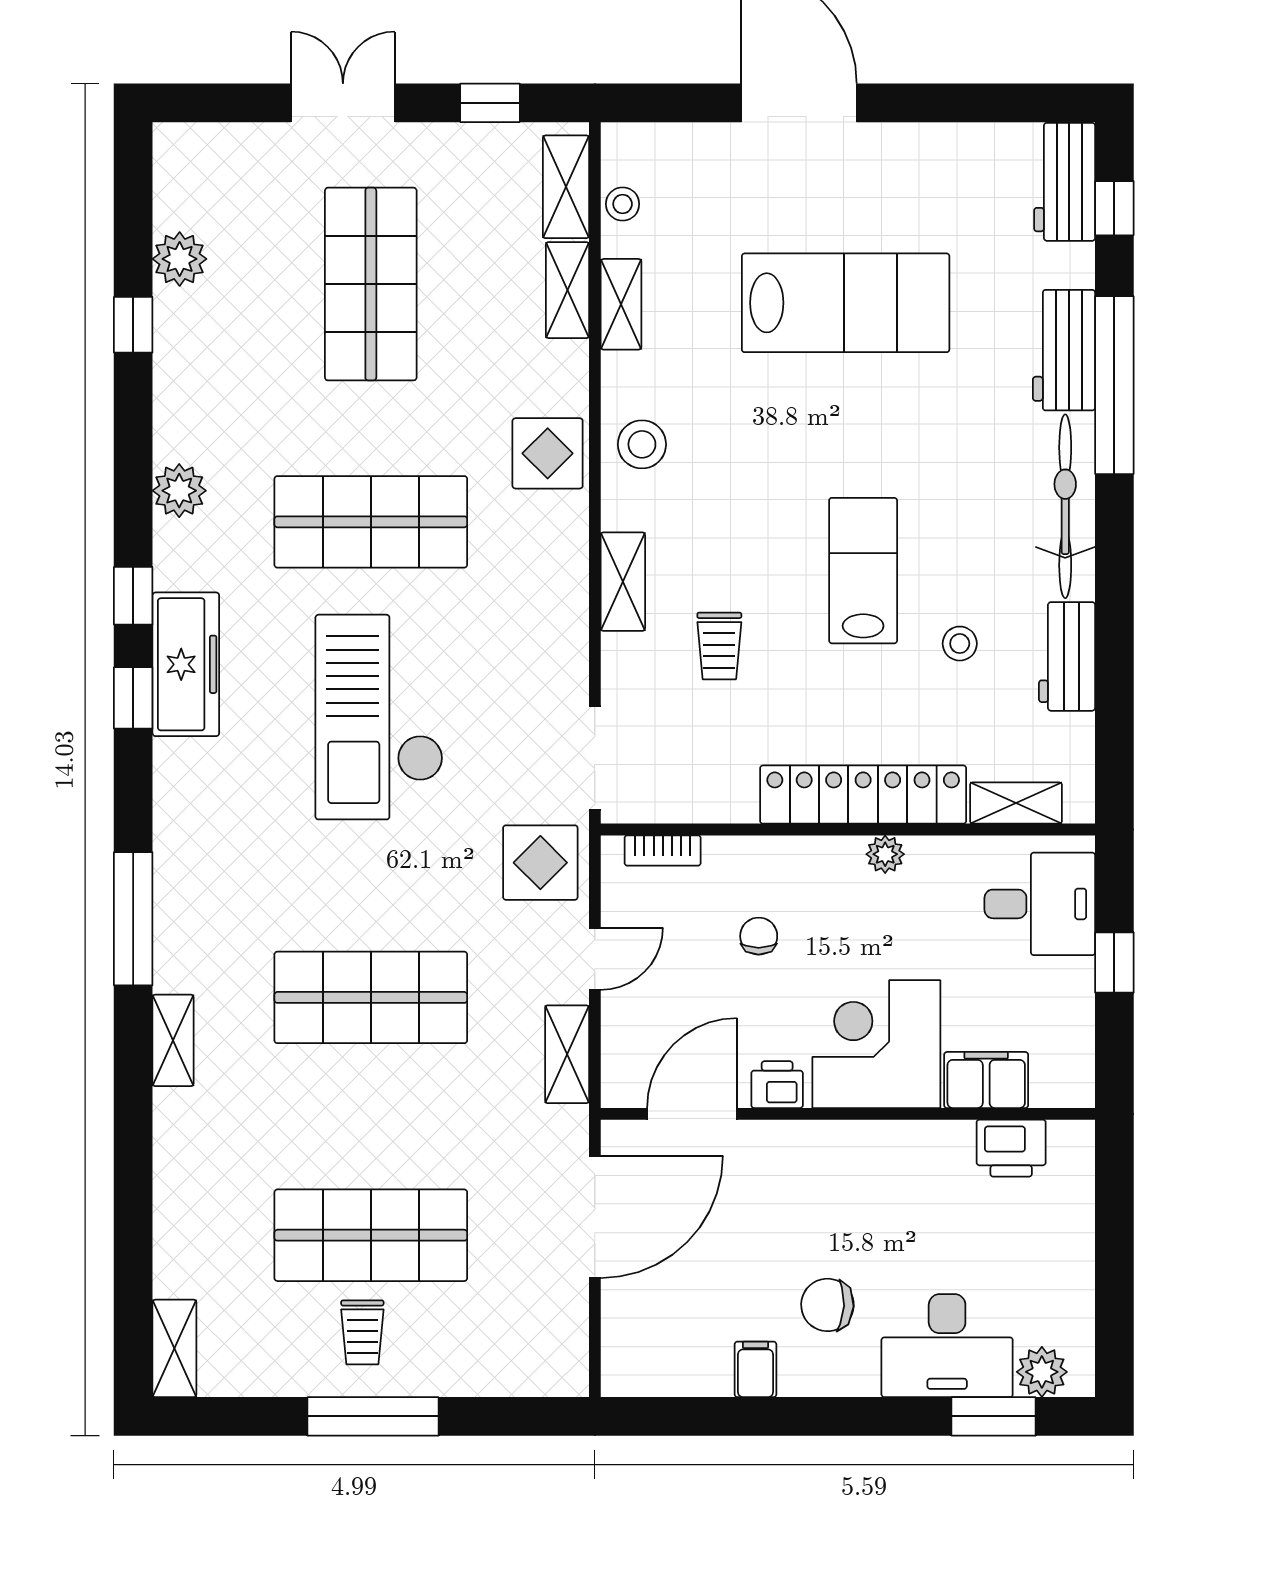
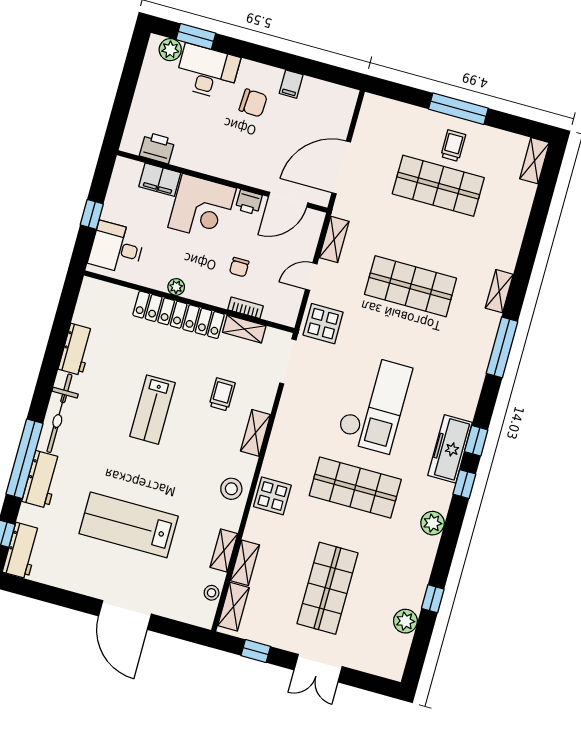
stool: (960, 644) -> (120, 367), removed
shelving: (1016, 803) -> (244, 329), moved
bookcase: (663, 850) -> (246, 308), moved

